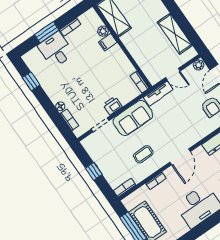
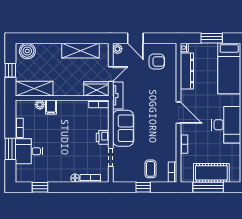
wardrobe: (151, 71) -> (96, 89), added
coffee table: (143, 154) -> (150, 169), moved

